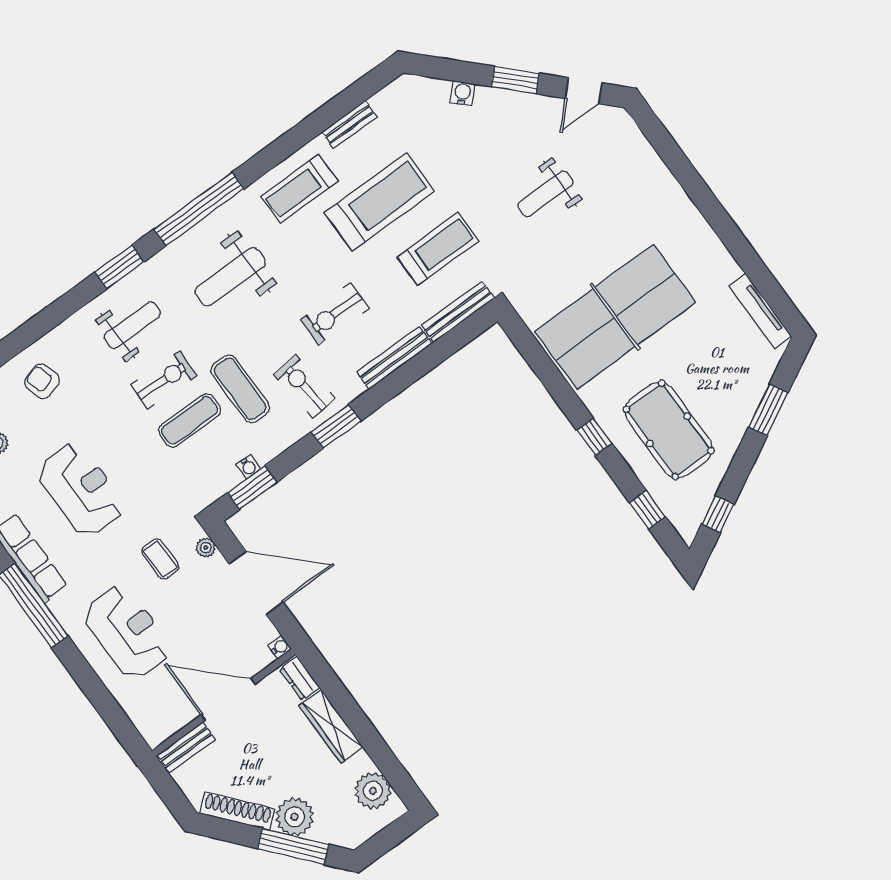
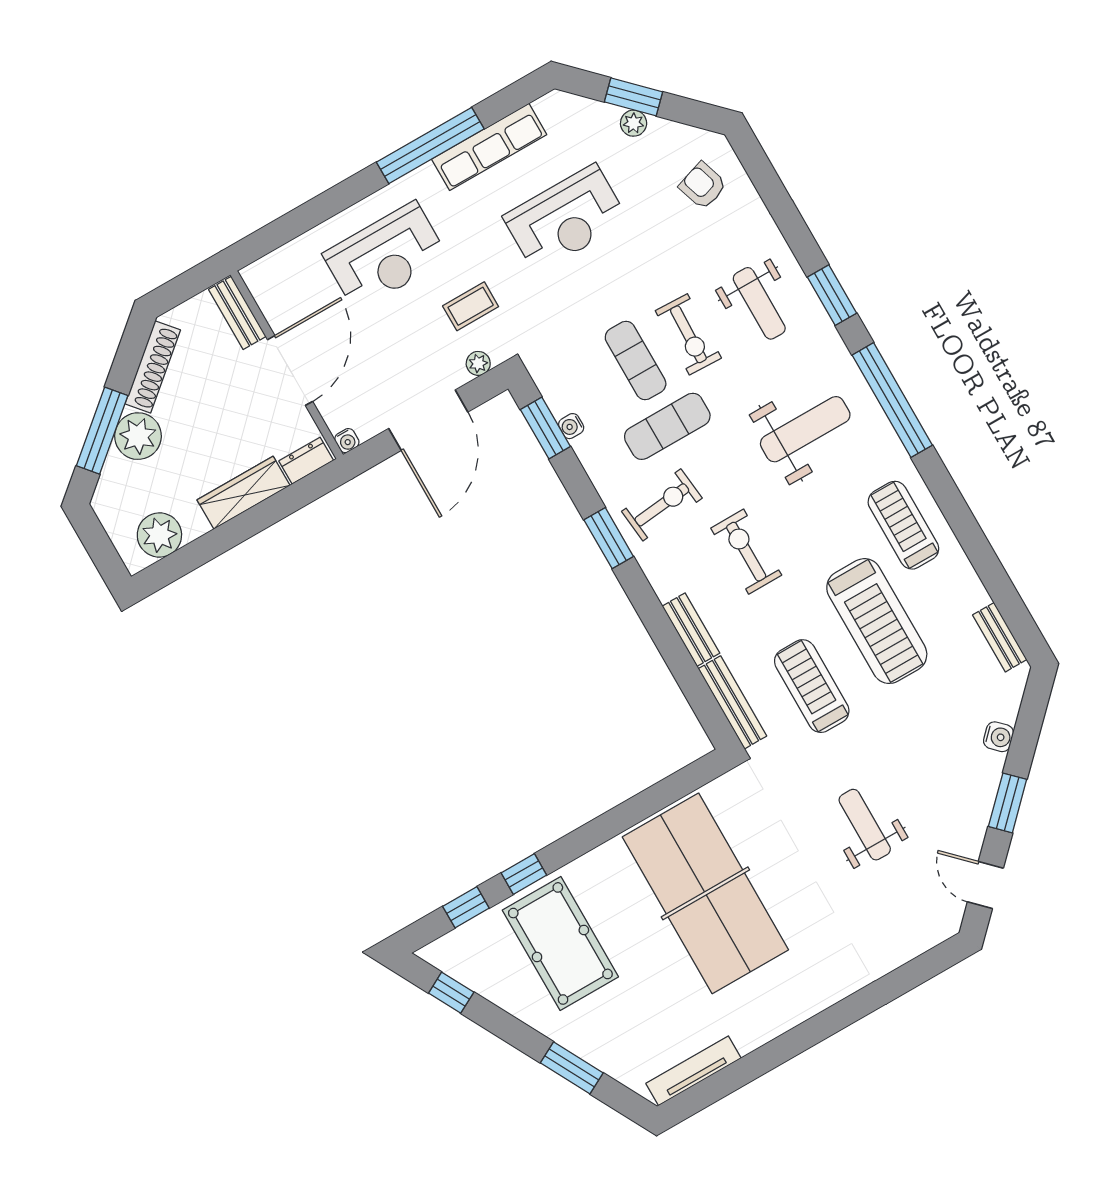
bench: (350, 124) -> (1000, 637), moved
treadmill: (438, 249) -> (812, 686), turned 180
weight bench: (230, 277) -> (805, 429), turned 90
bench: (394, 358) -> (691, 630), width x0.73
armchair: (42, 381) -> (703, 186), turned -92
pool table: (669, 430) -> (560, 943), turned 90
window: (594, 437) -> (524, 874), moved

